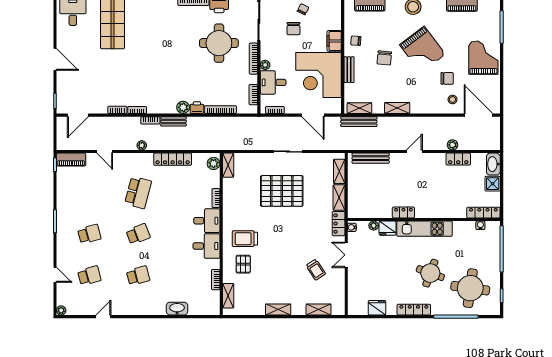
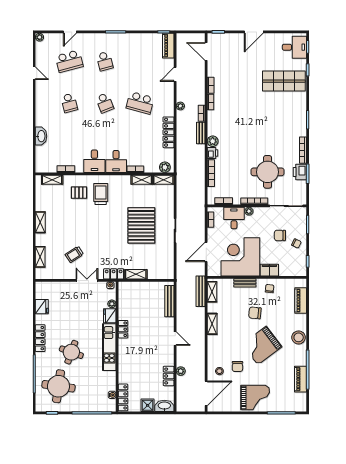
shelving: (339, 171) -> (142, 180), moved
school desk: (89, 276) -> (69, 61), width x1.85

